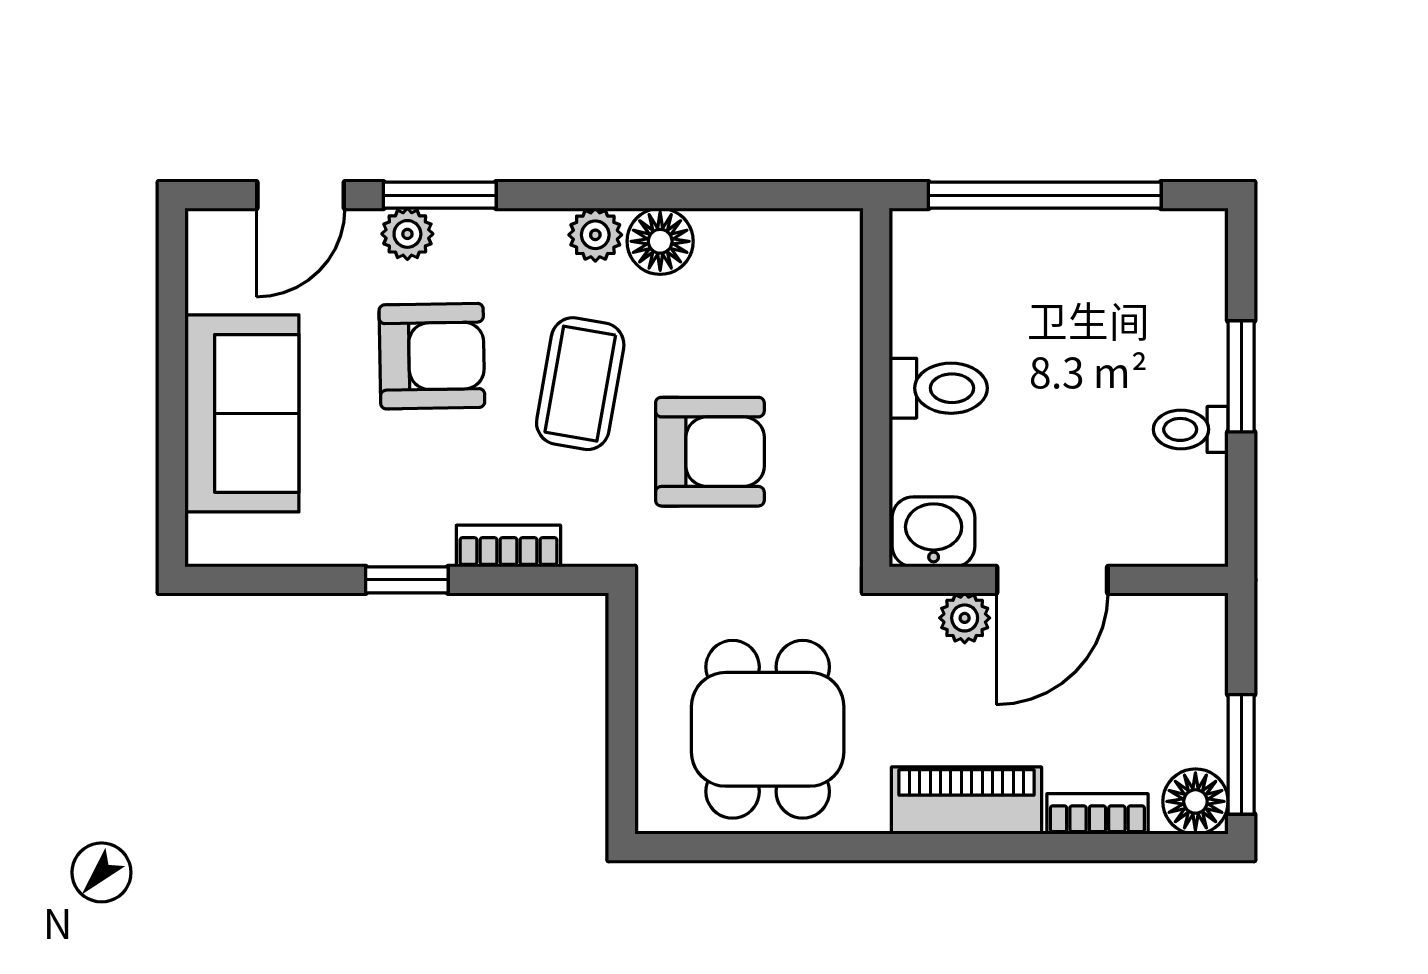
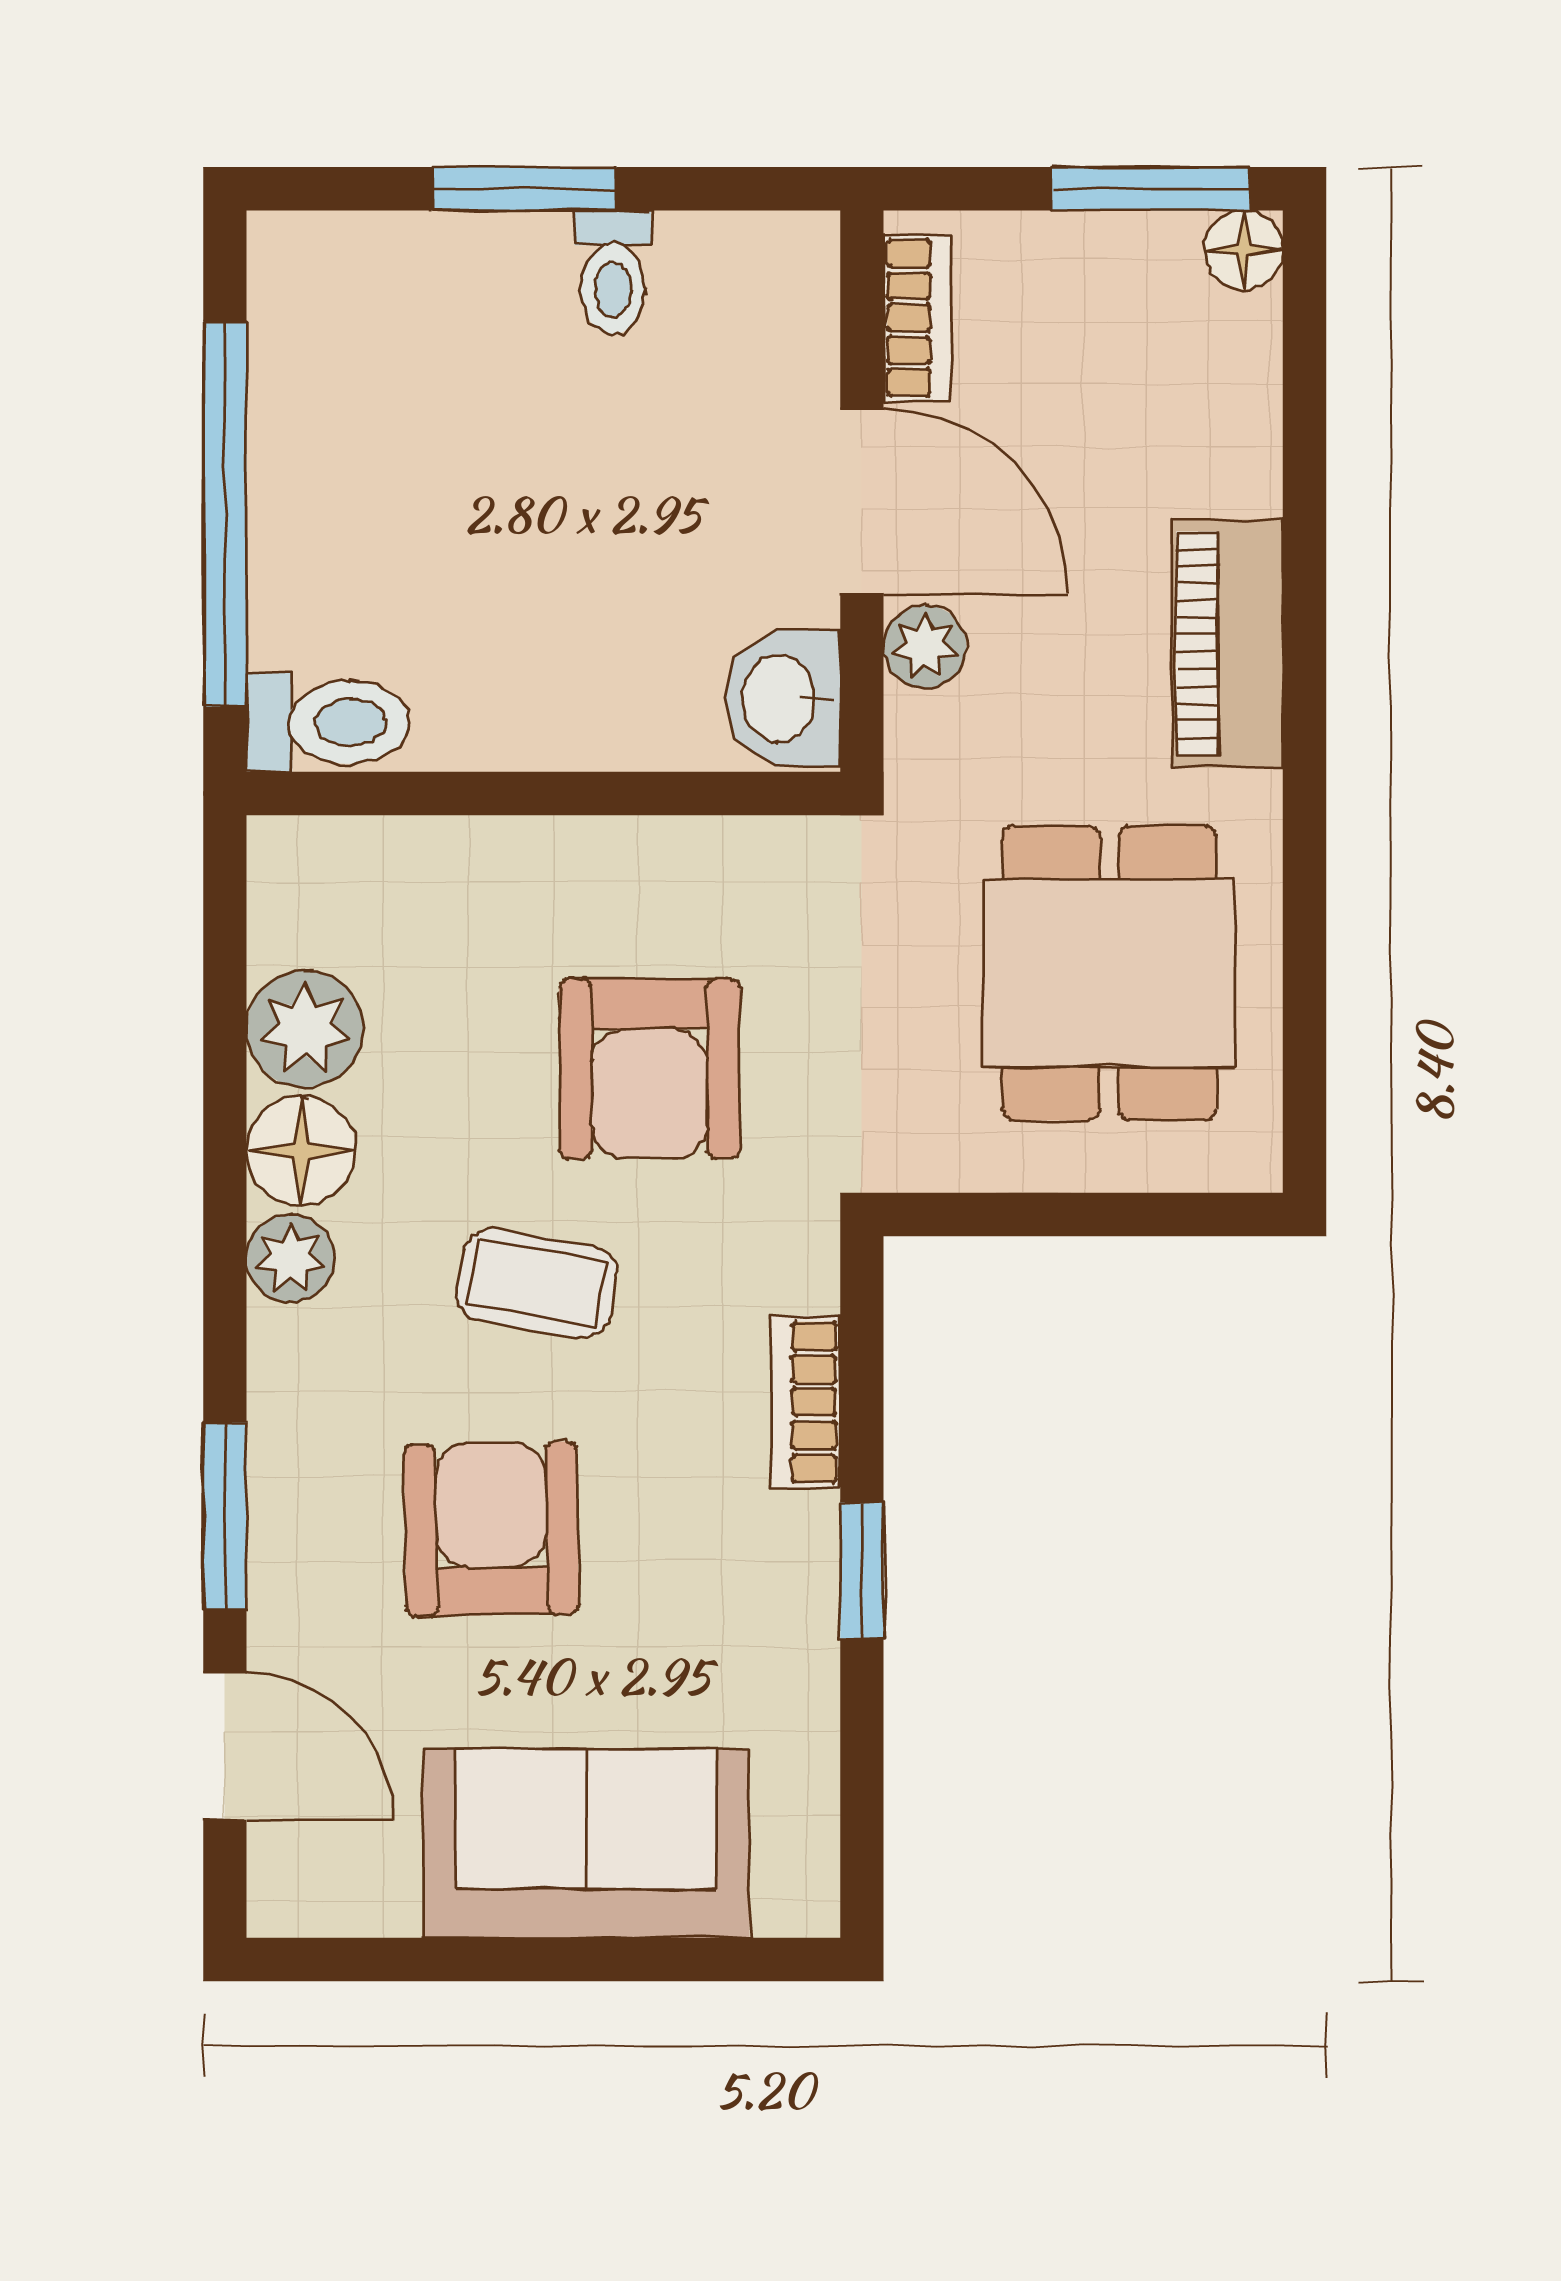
plant: (407, 234) -> (305, 1029), moved, width x1.38, depth x1.38
coffee table: (580, 384) -> (537, 1283), width x0.73, depth x0.77
toilet: (938, 388) -> (328, 722), moved, turned 90
armchair: (710, 452) -> (650, 1069), turned 180
dining table: (768, 729) -> (1109, 973), turned 90
floor lamp: (1195, 801) -> (1244, 250), width x0.73, depth x0.73
bookcase: (1097, 814) -> (917, 318), moved, turned 180

